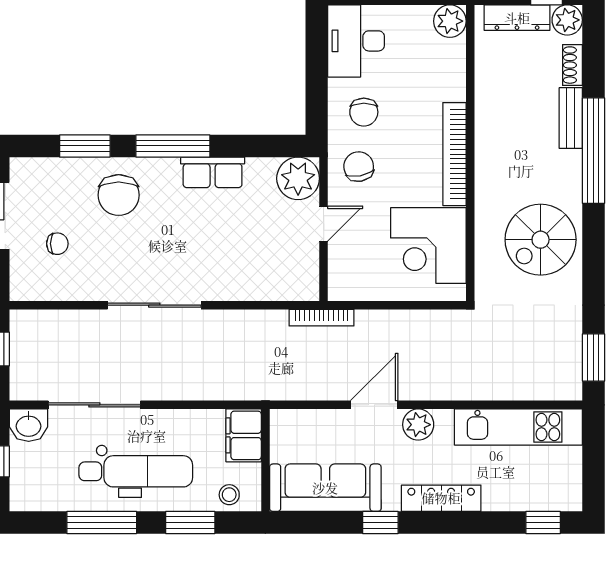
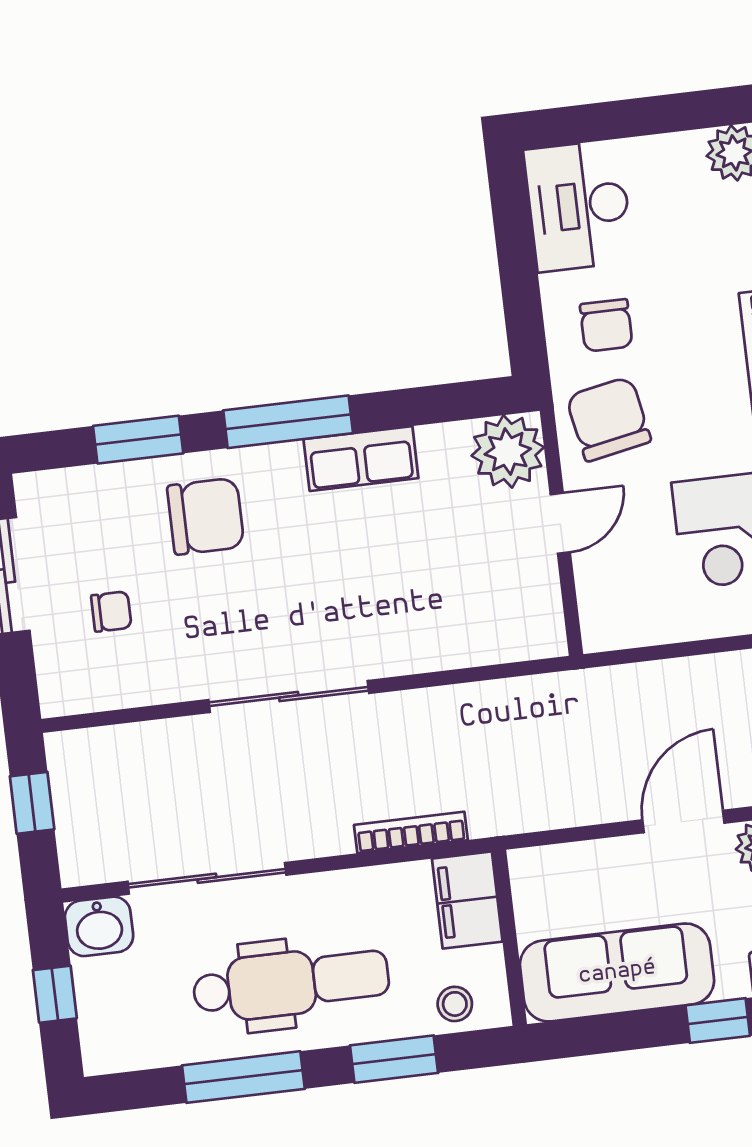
chair: (359, 167) -> (608, 419), width x1.37, depth x1.37
chair: (119, 195) -> (206, 516), turned -90
bookcase: (321, 318) -> (411, 832), moved, turned 180

